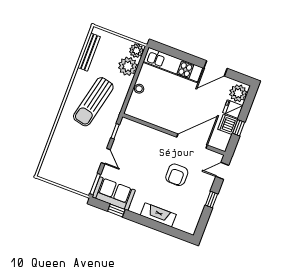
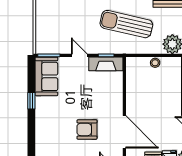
door: (106, 156) -> (79, 55), swing flipped
window: (116, 210) -> (31, 101), moved
fireplace: (158, 215) -> (106, 64), moved, turned 90

